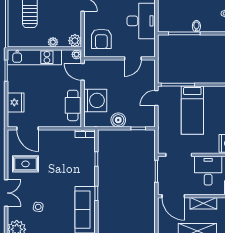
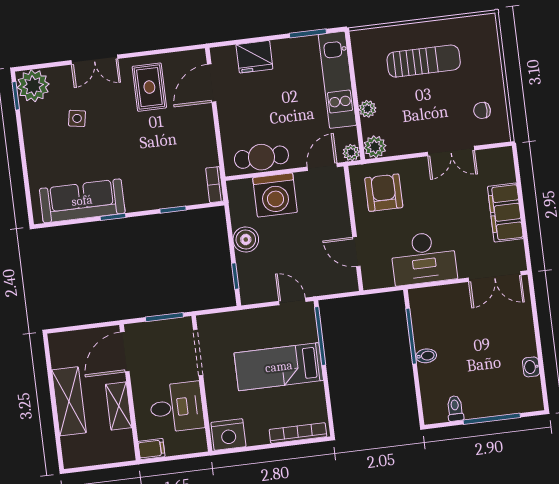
armchair: (101, 39) -> (384, 193), turned 90

